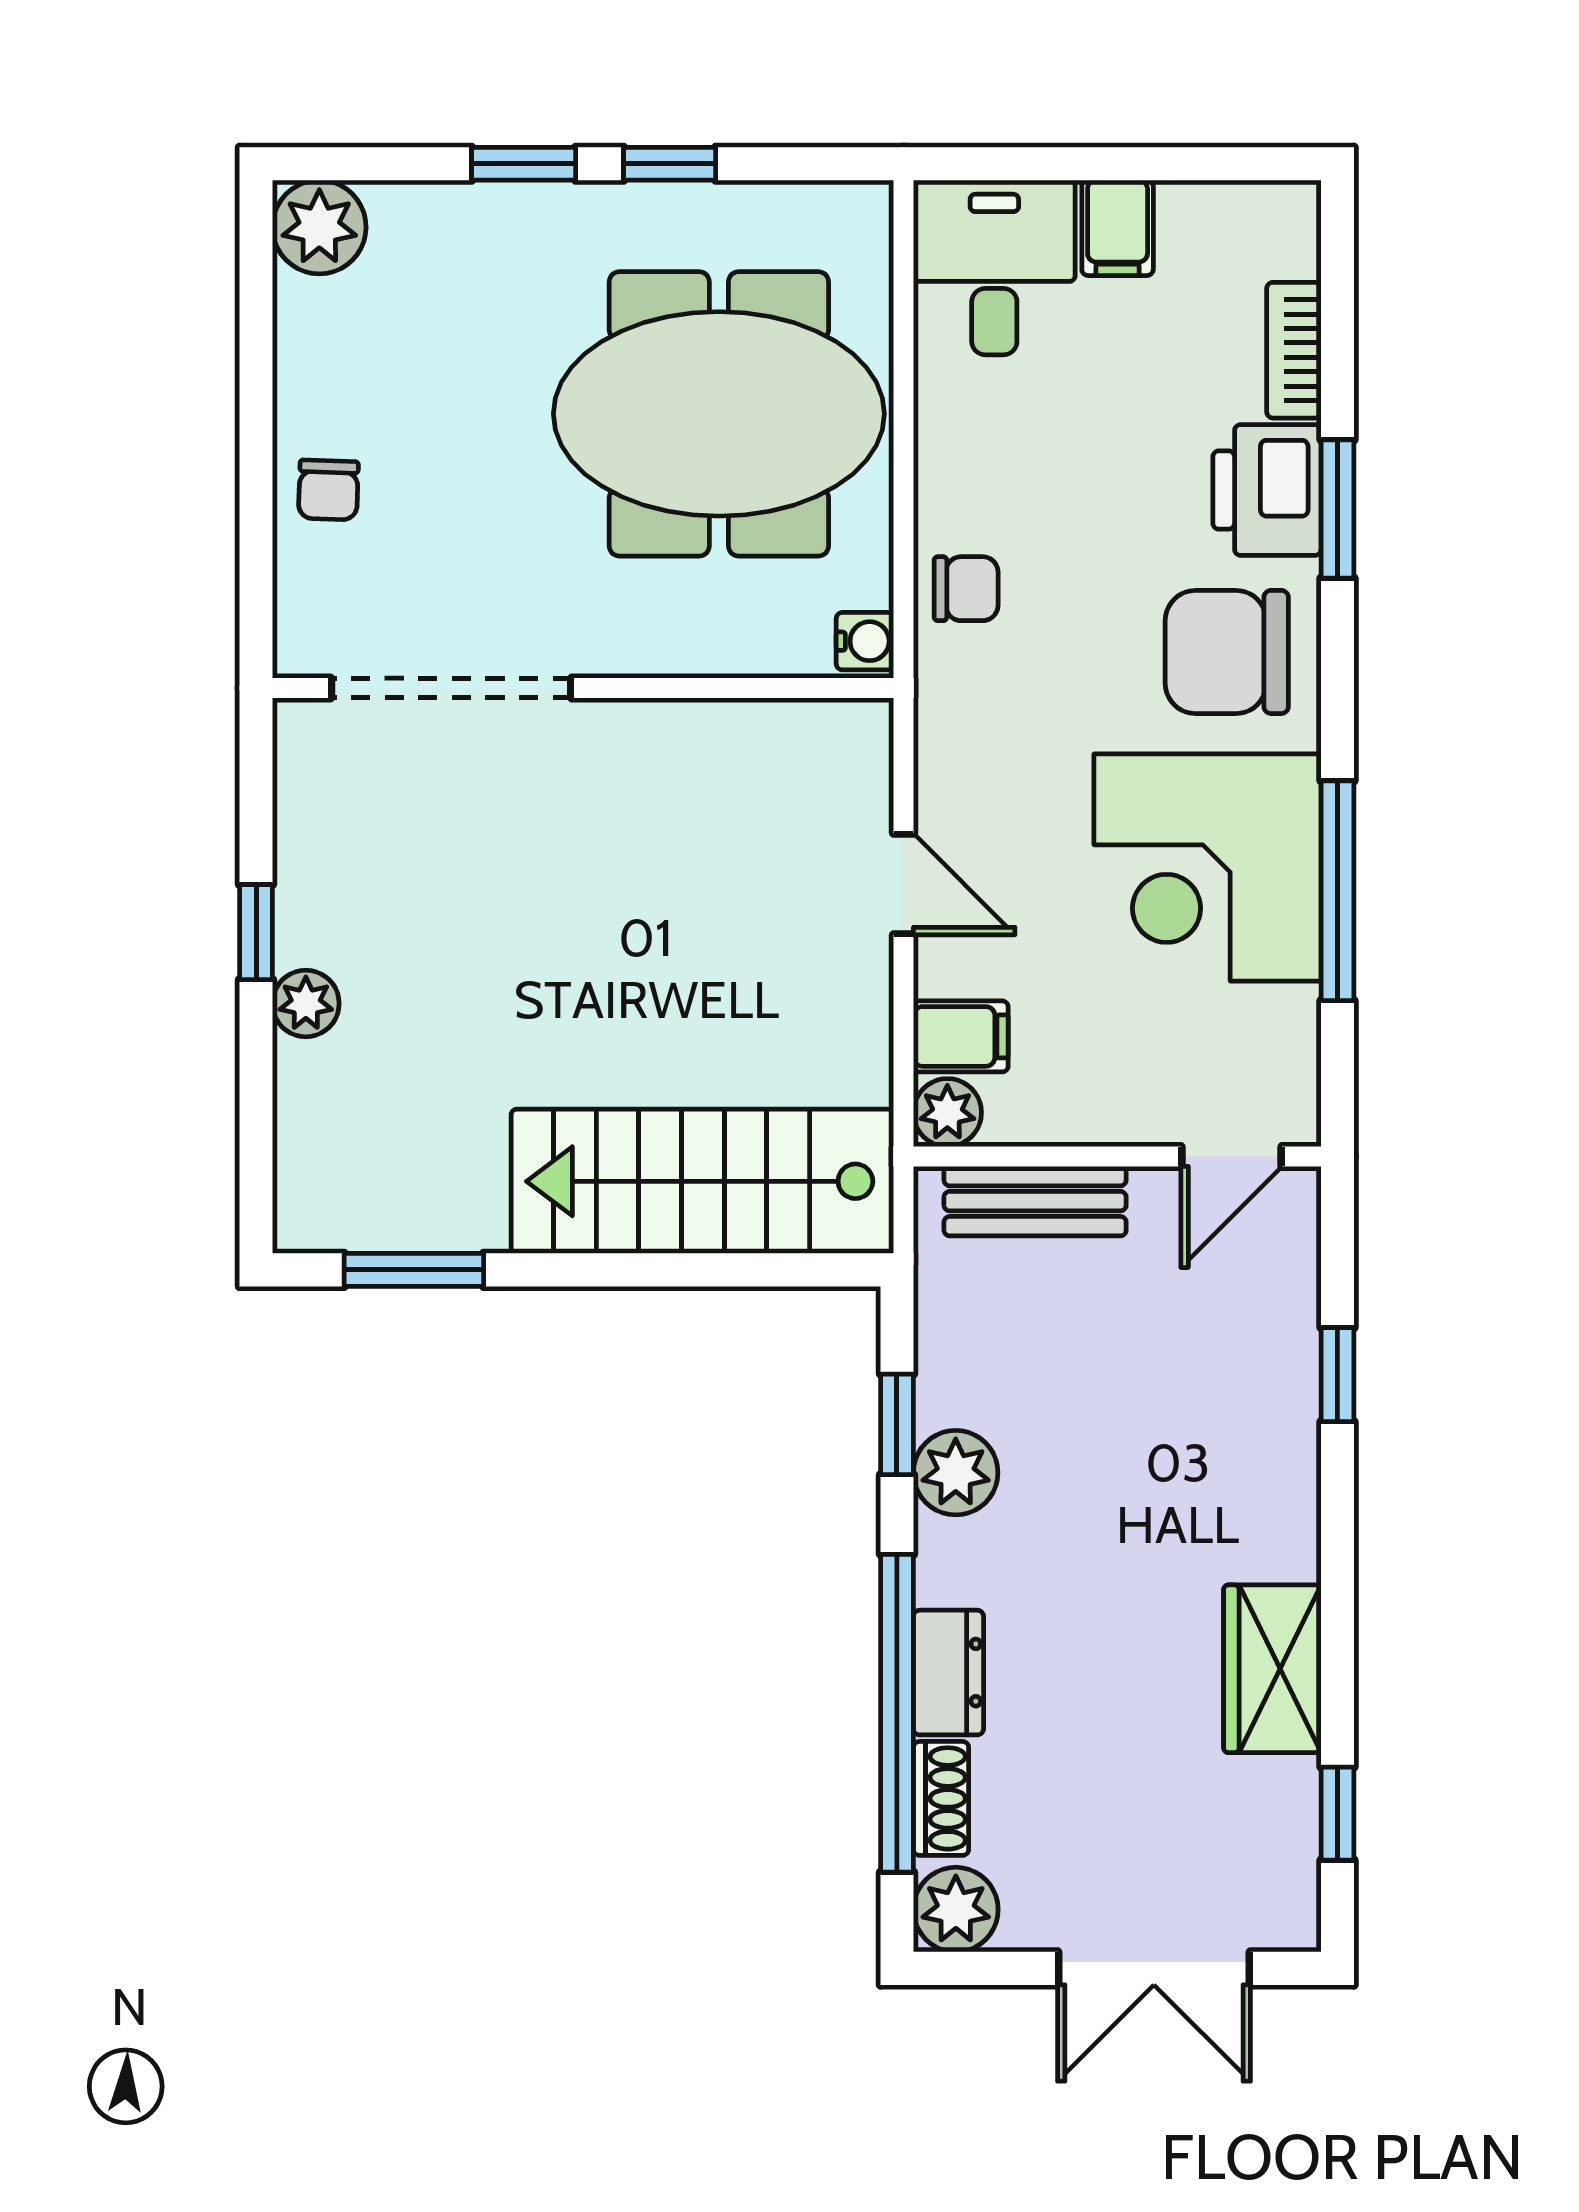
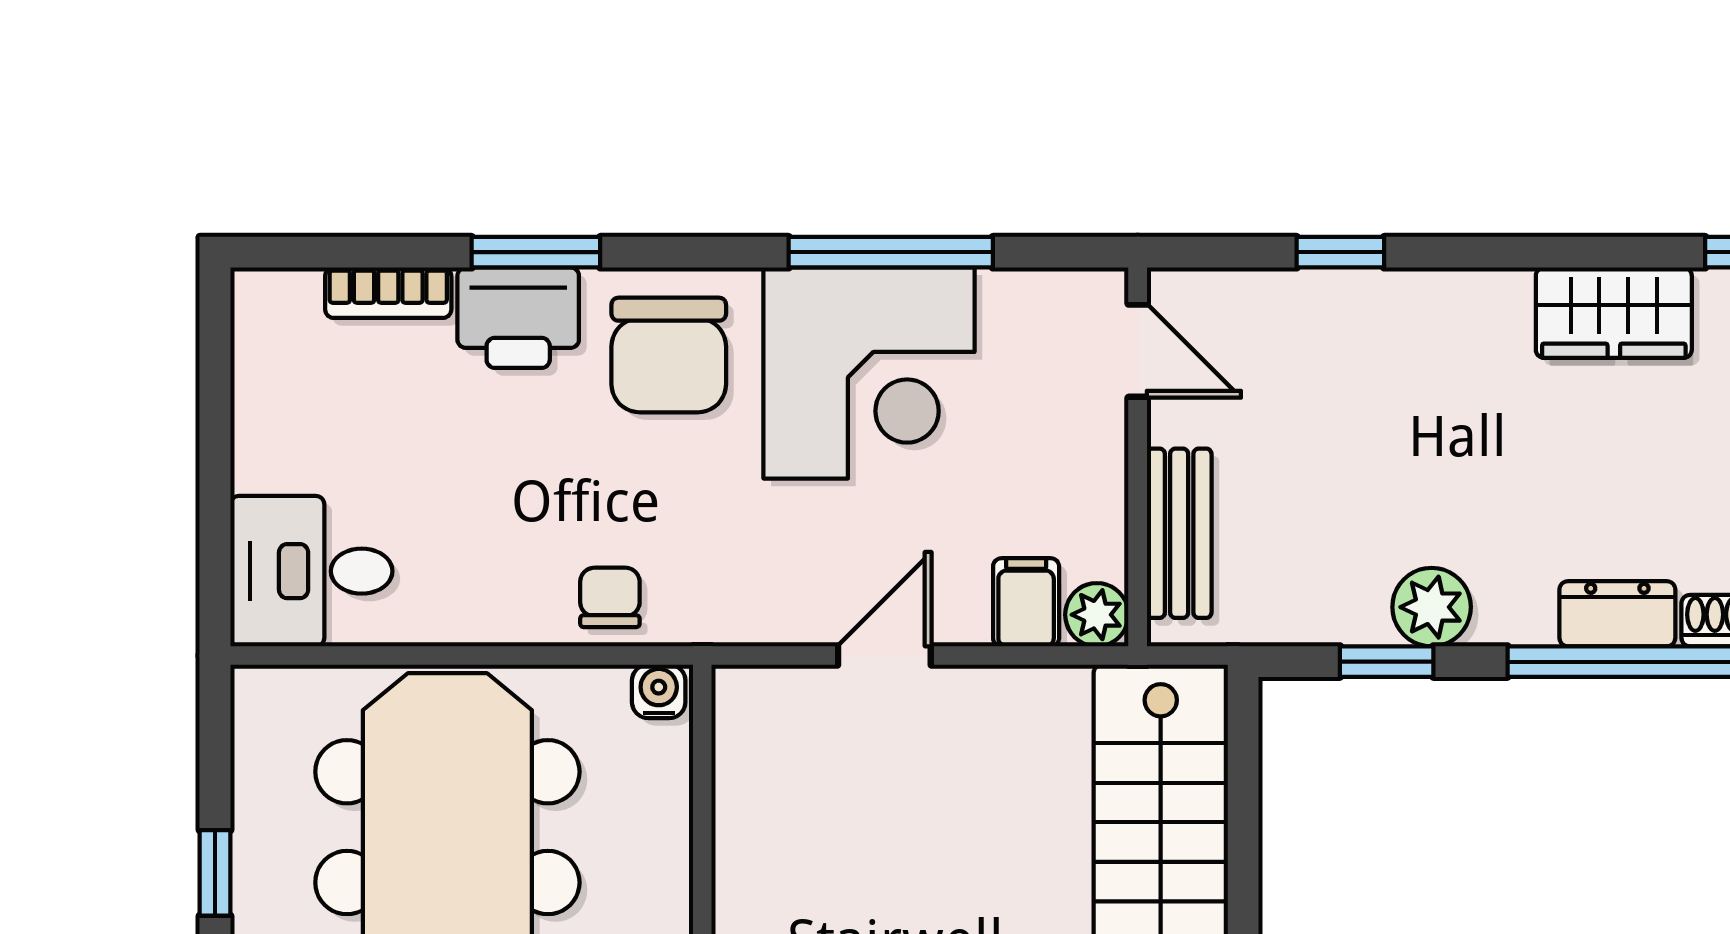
filing cabinet: (1118, 228) -> (275, 457), removed

